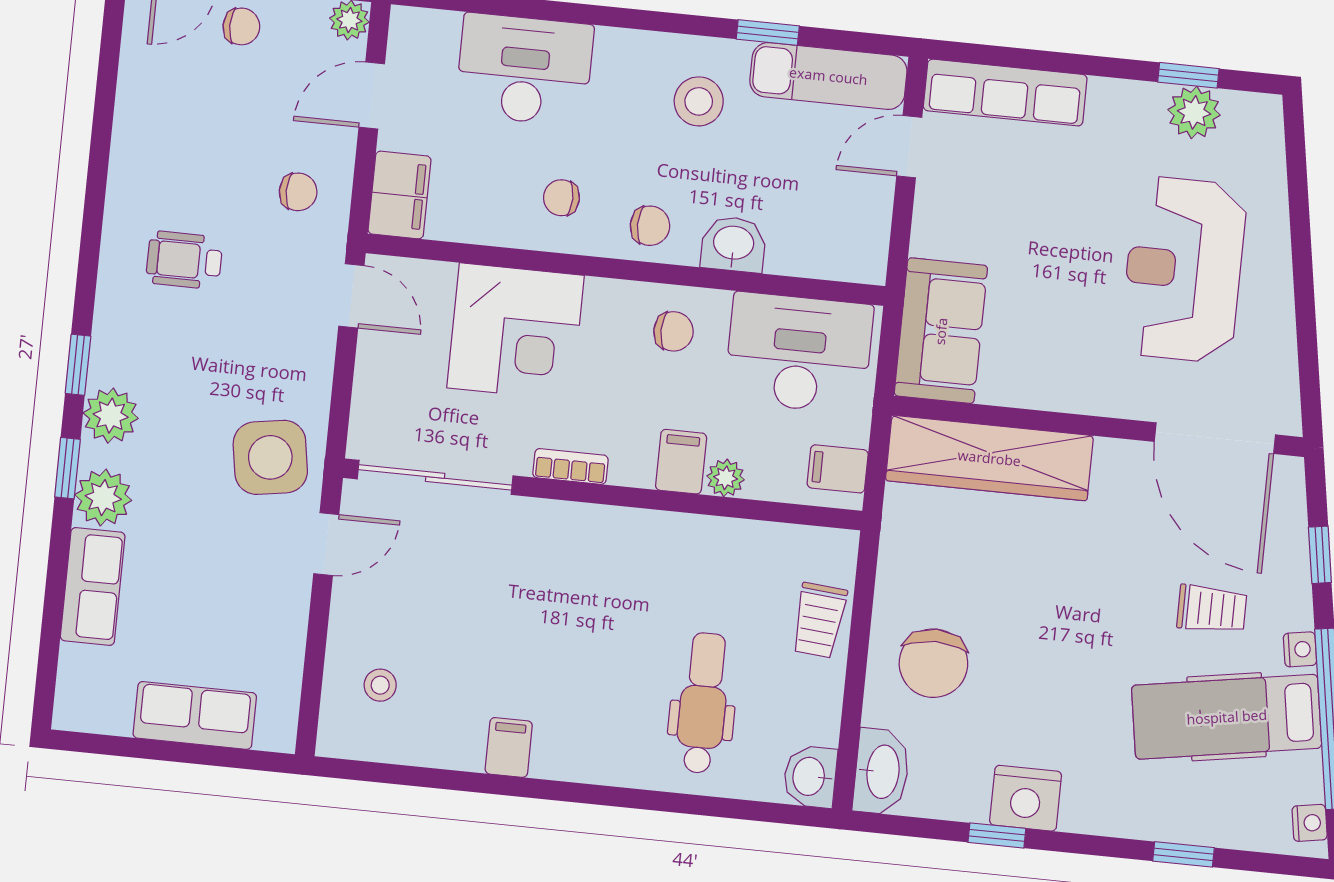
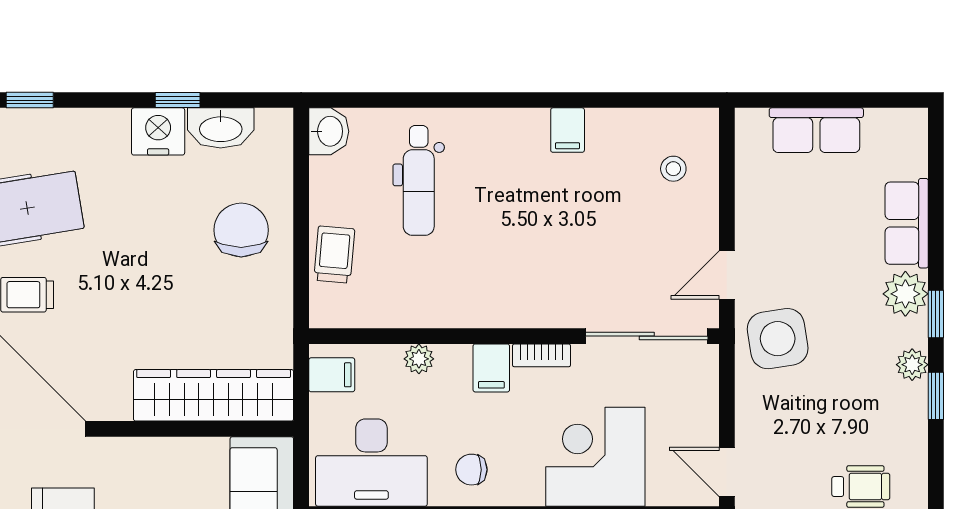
plant: (111, 416) -> (912, 365), width x0.73, depth x0.73
filing cabinet: (681, 462) -> (491, 368), moved
washbasin: (881, 772) -> (221, 128), moved, turned -90

